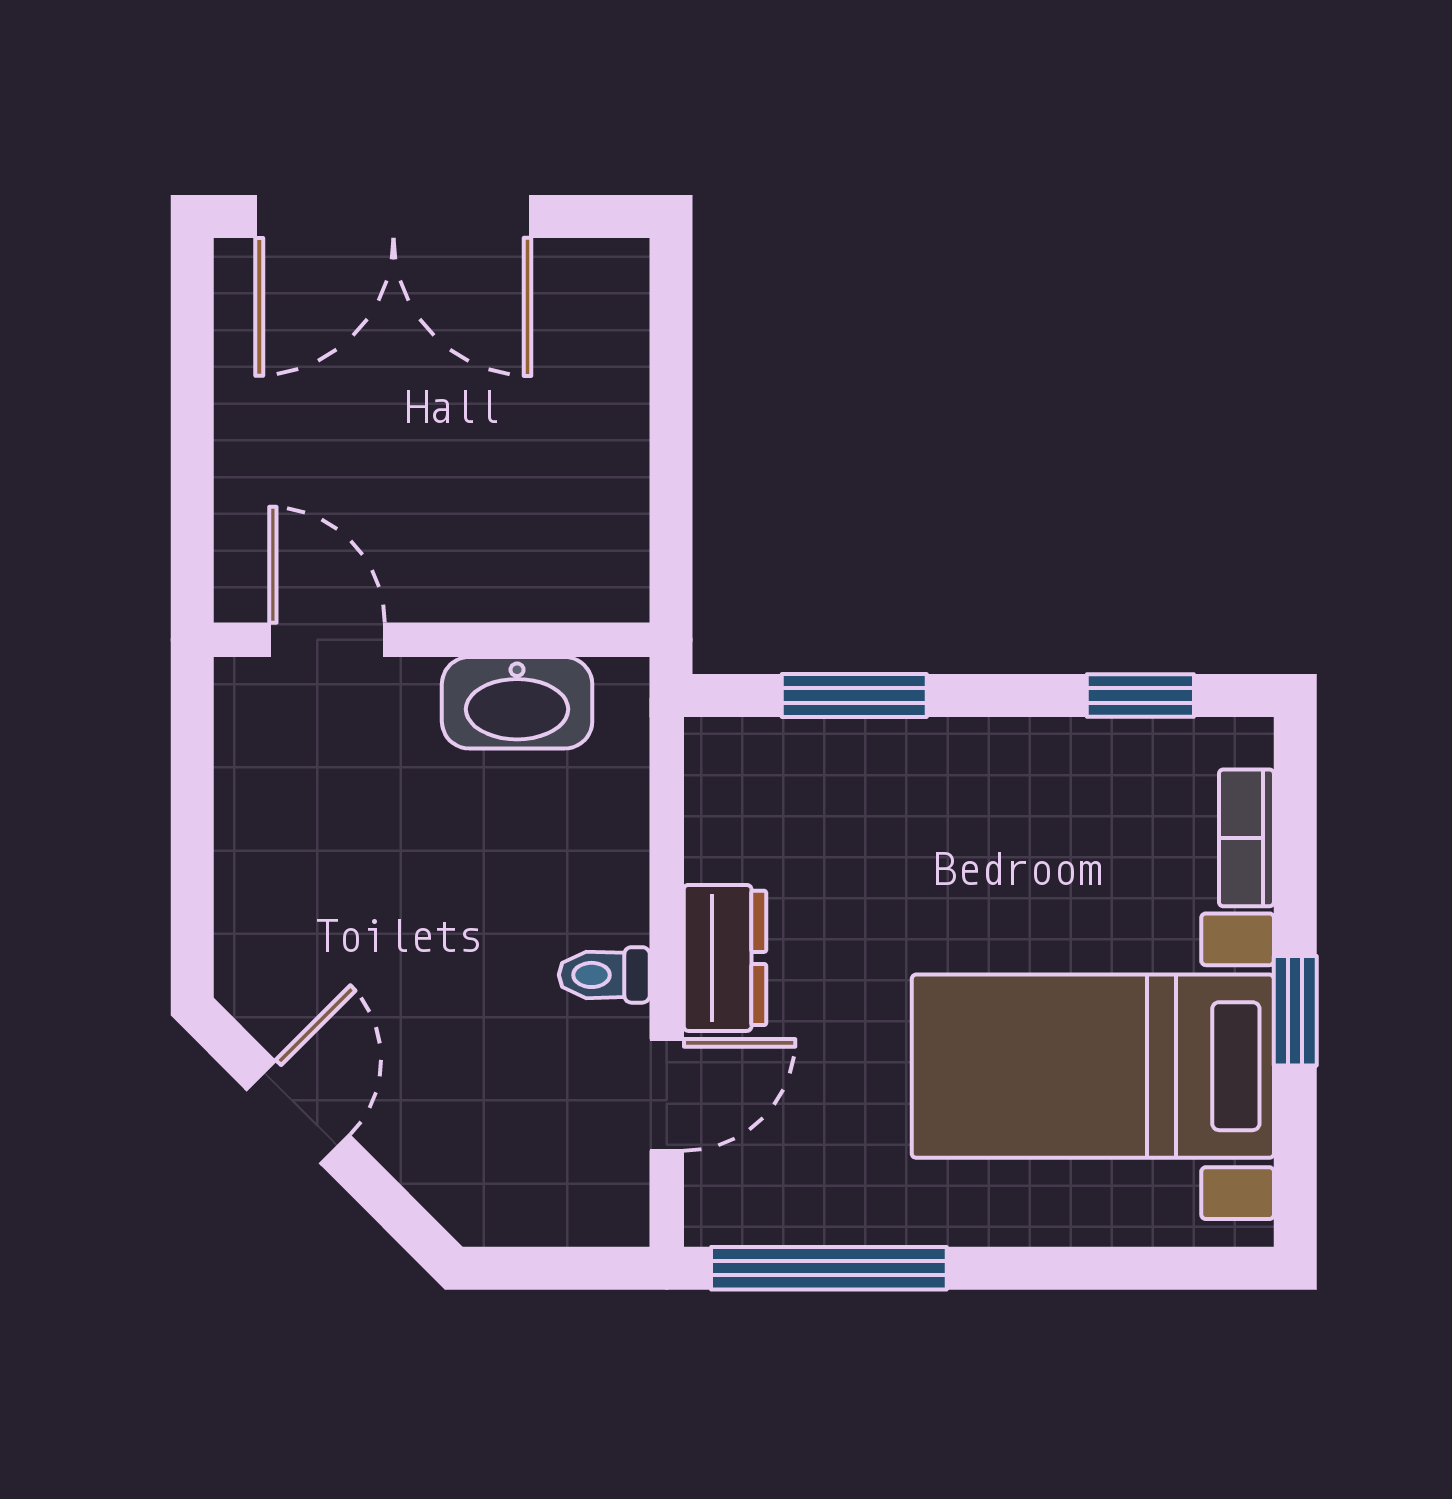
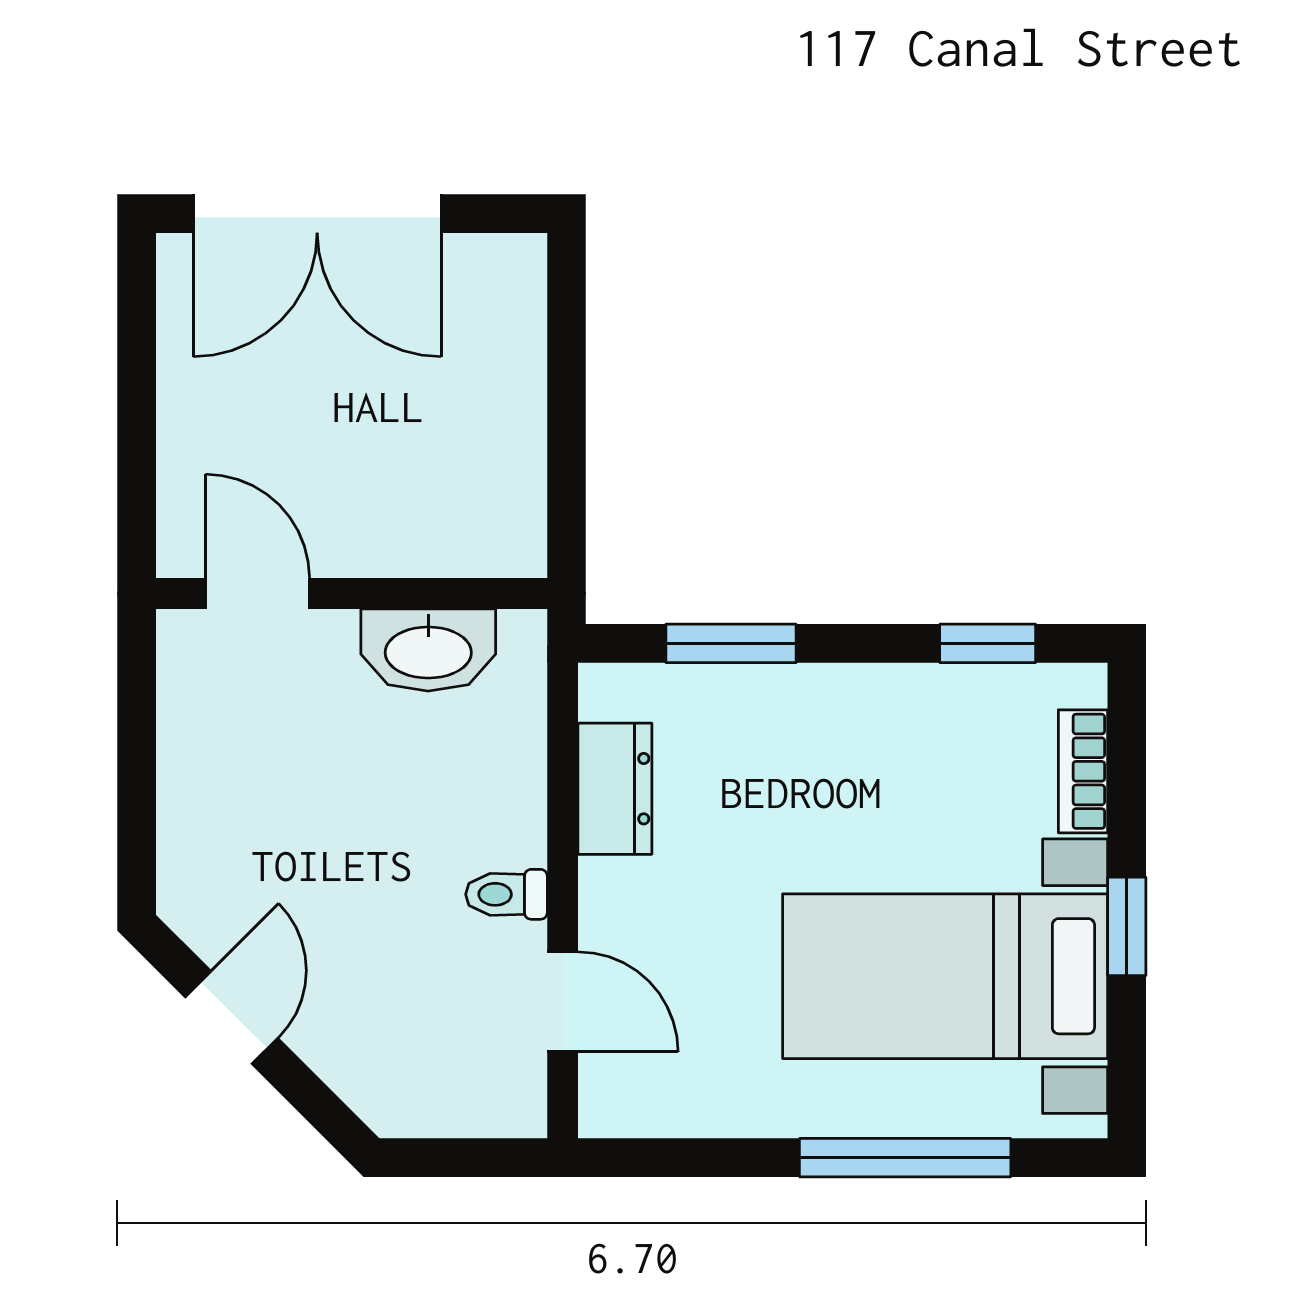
dresser: (725, 958) -> (615, 789), moved
door: (667, 1095) -> (563, 1002), hinge flipped
window: (829, 1268) -> (905, 1158), moved

